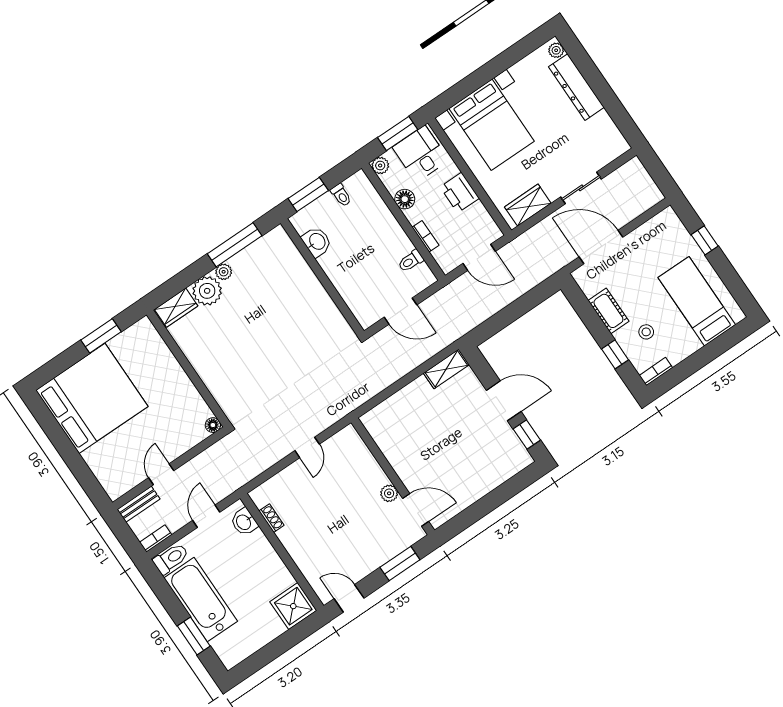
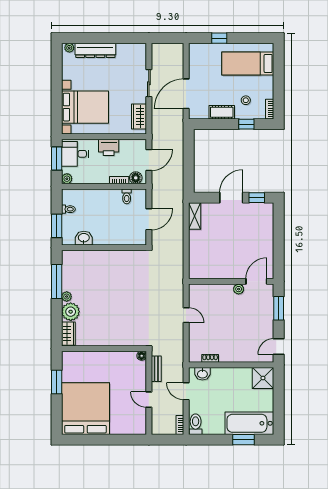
floor lamp: (405, 199) -> (136, 178), moved
bench: (139, 504) -> (156, 369), moved
bathtub: (201, 600) -> (249, 423), moved

